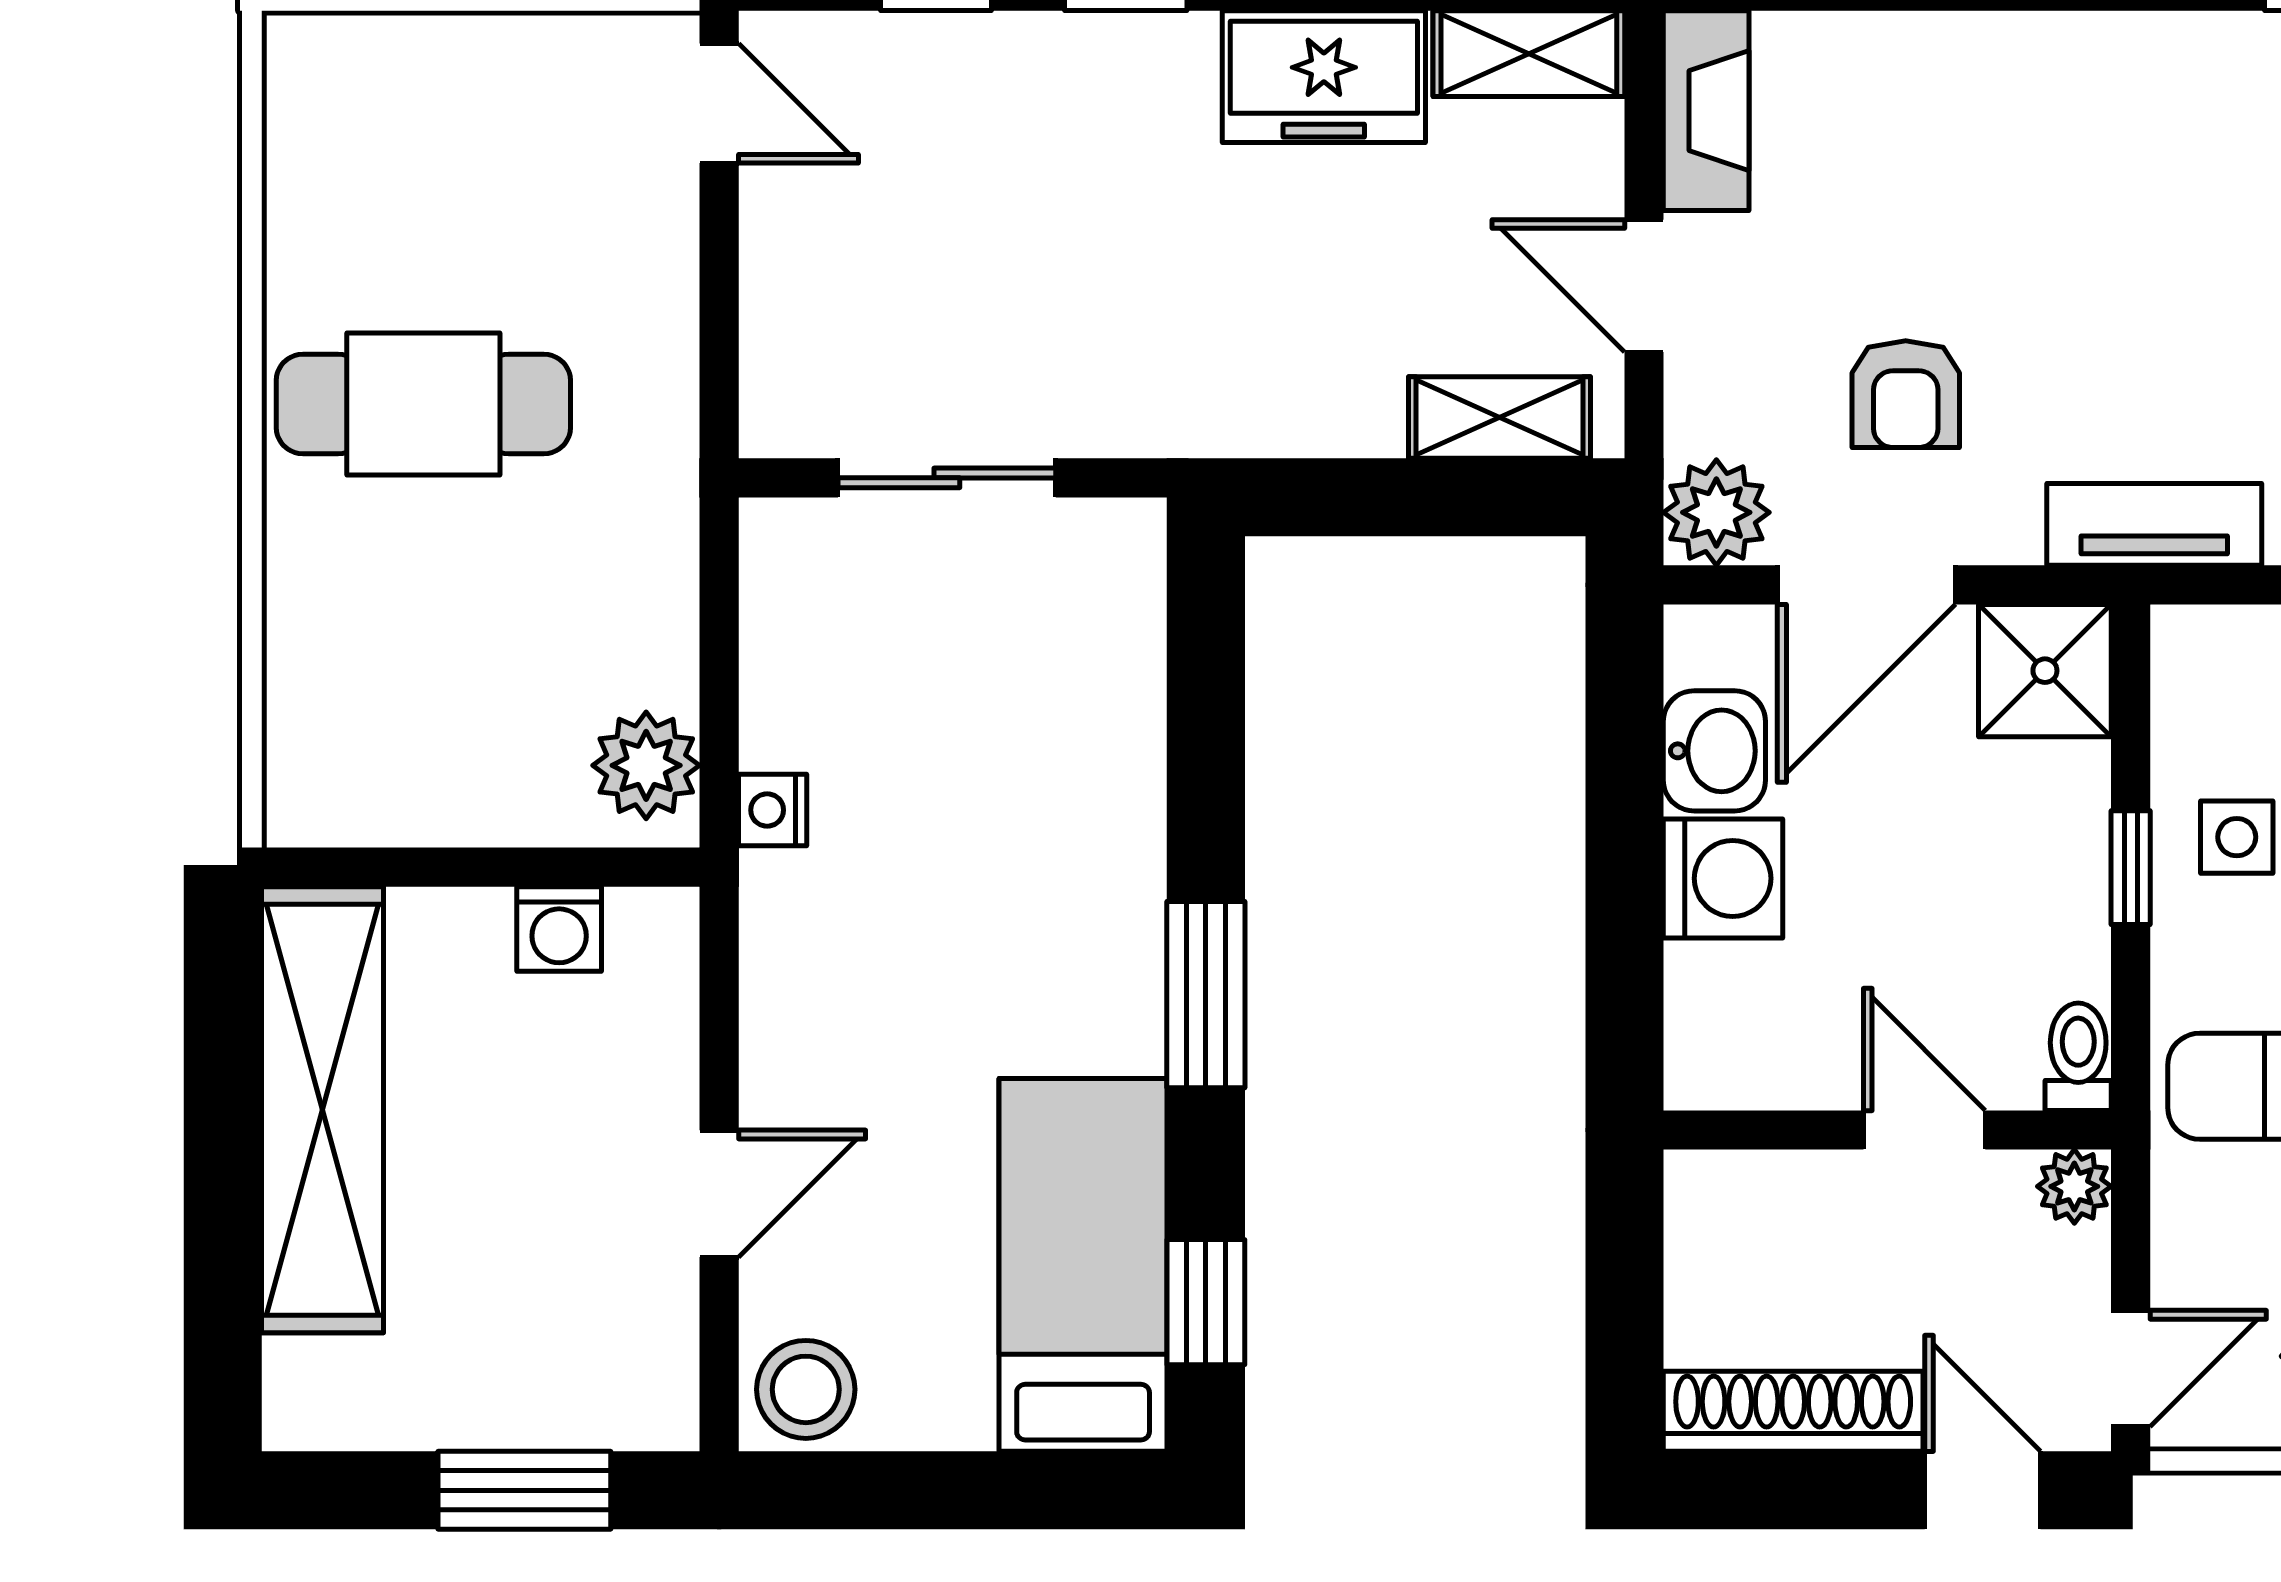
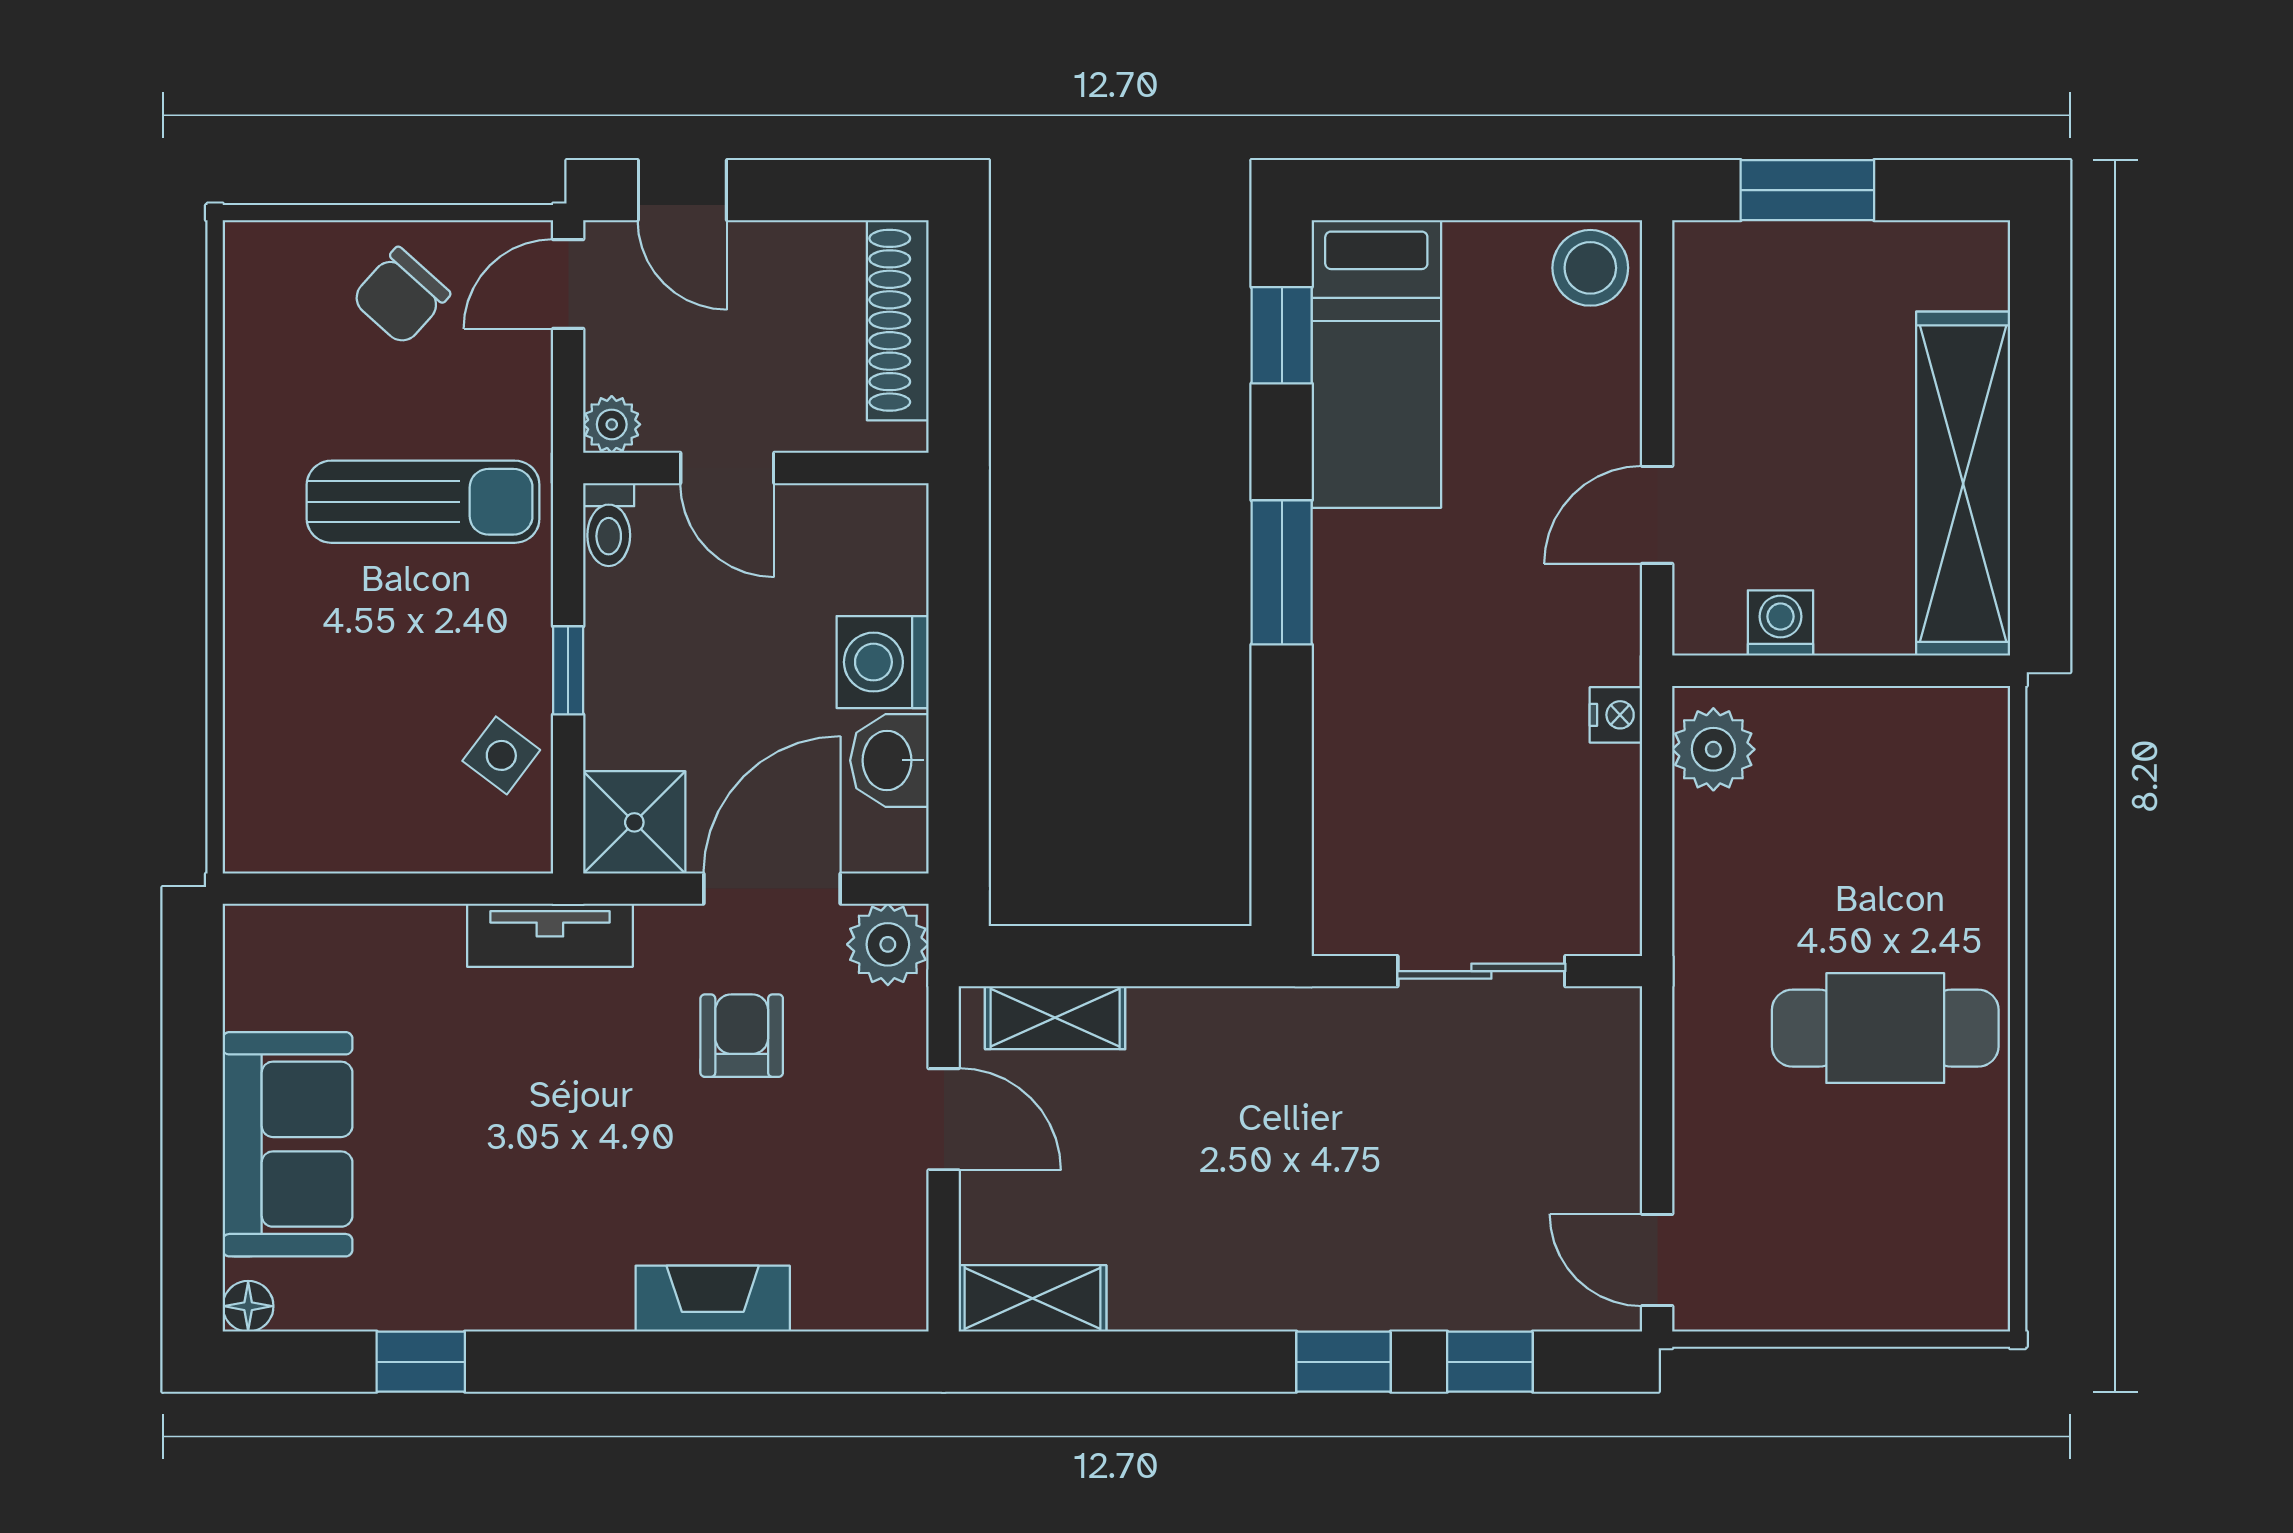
freezer: (1324, 77) -> (1191, 1281), removed
fireplace: (1706, 111) -> (713, 1299), moved, turned 90
side table: (2237, 837) -> (501, 755), moved, turned 37
door: (719, 1194) -> (1657, 515), moved
shoe rack: (1793, 1411) -> (898, 320), moved, turned 90

